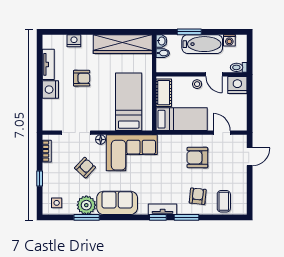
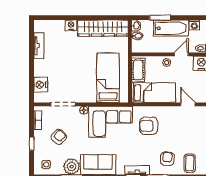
nightstand: (74, 41) -> (71, 25), moved
door: (214, 74) -> (181, 54), swing flipped
armchair: (82, 78) -> (68, 58), removed
nightstand: (50, 90) -> (41, 85), moved
armchair: (197, 158) -> (149, 126), moved
armchair: (85, 168) -> (59, 137), moved

